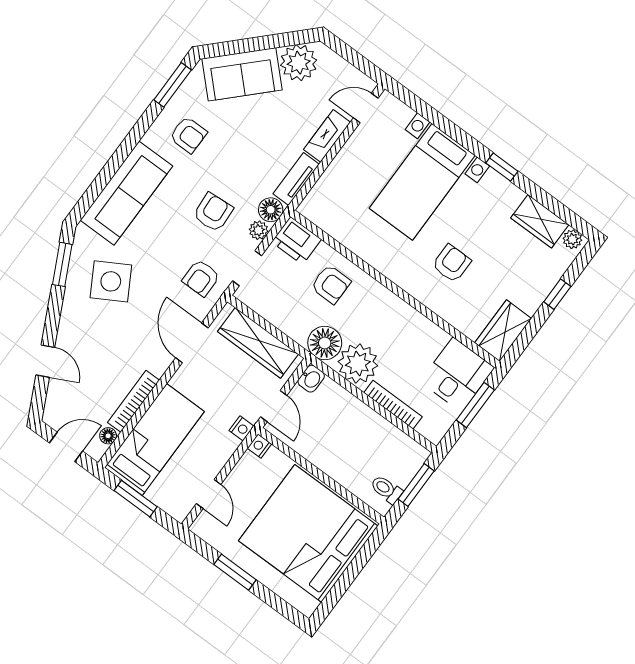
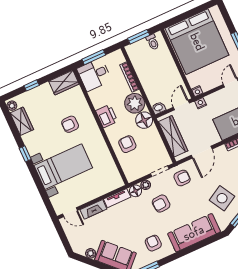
plant: (299, 63) -> (91, 253), width x0.53, depth x0.53
printer: (296, 241) -> (107, 116), moved

